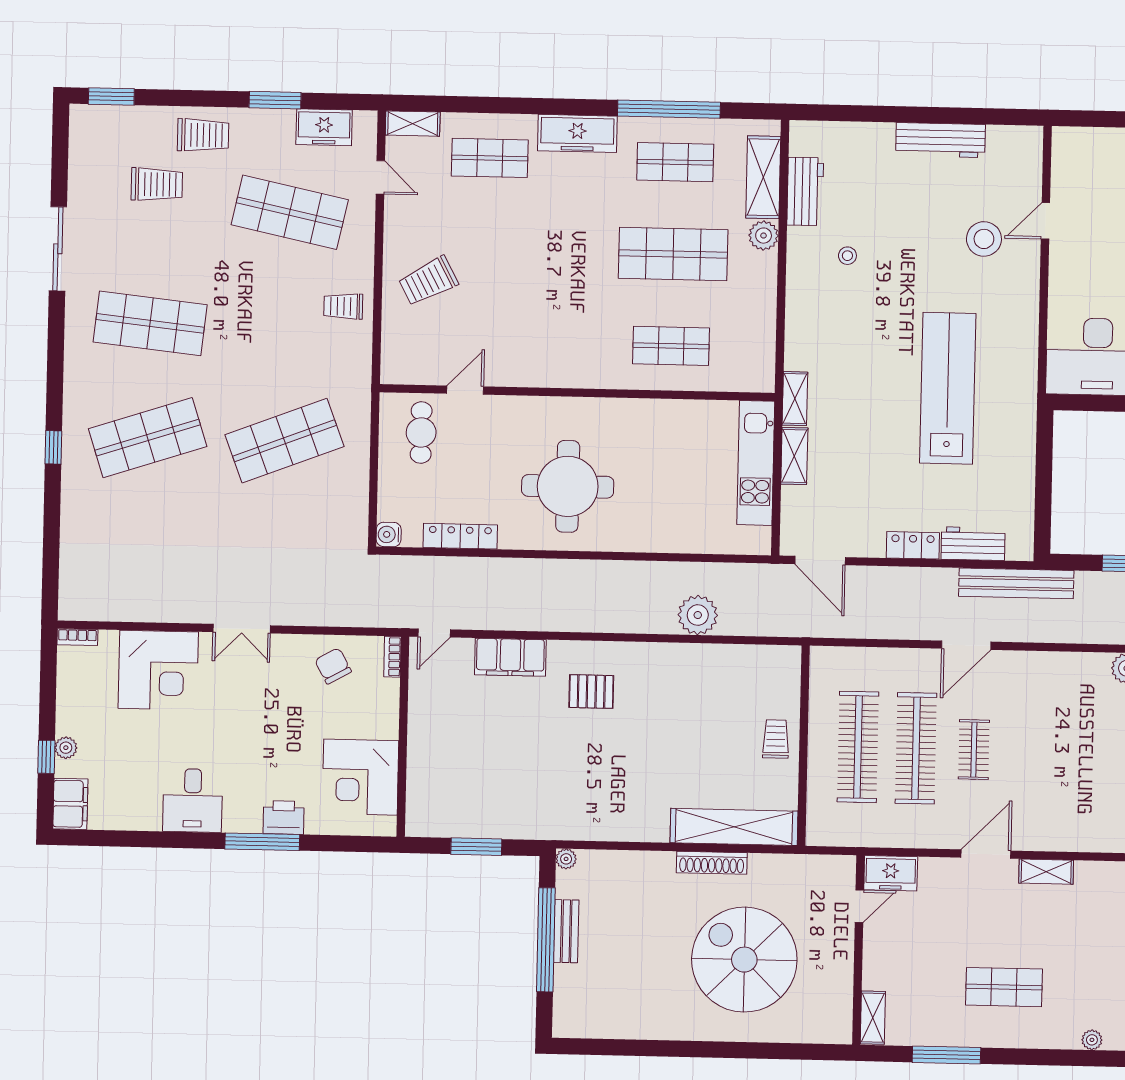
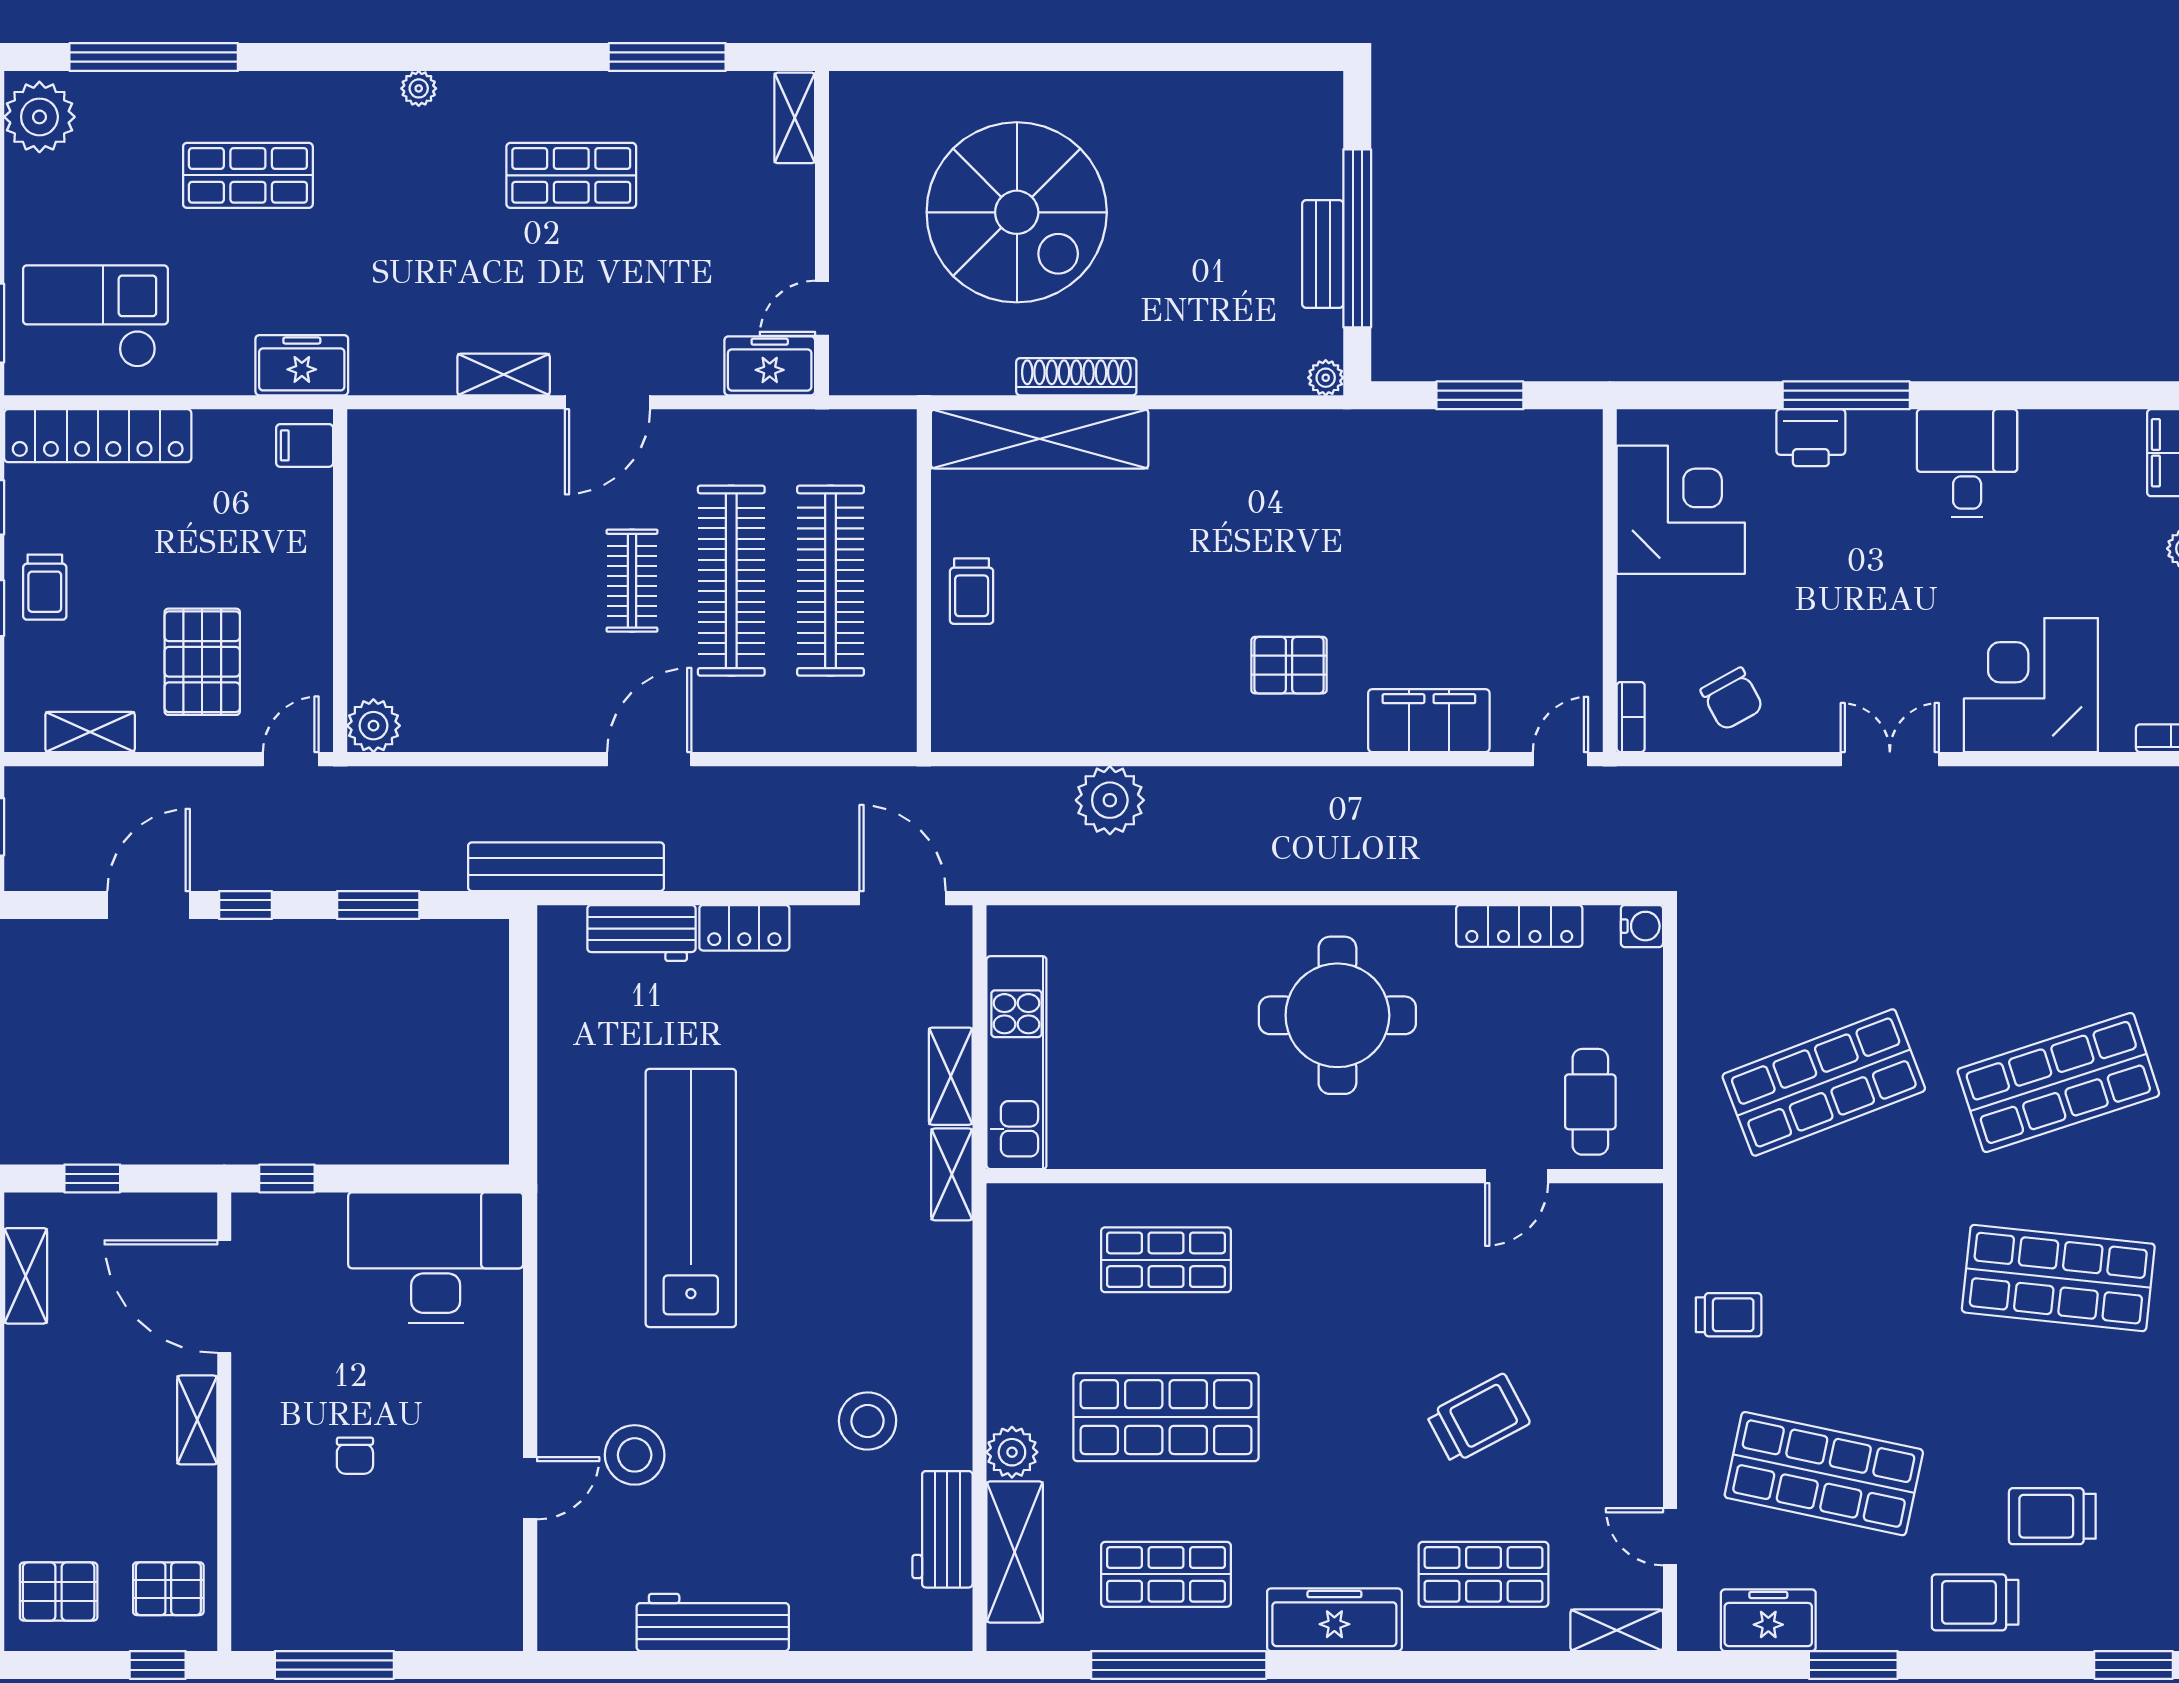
stool: (847, 256) -> (868, 1421), width x1.89, depth x1.89
trolley: (428, 281) -> (1478, 1419), moved
lab bench: (948, 388) -> (691, 1198), turned 180

